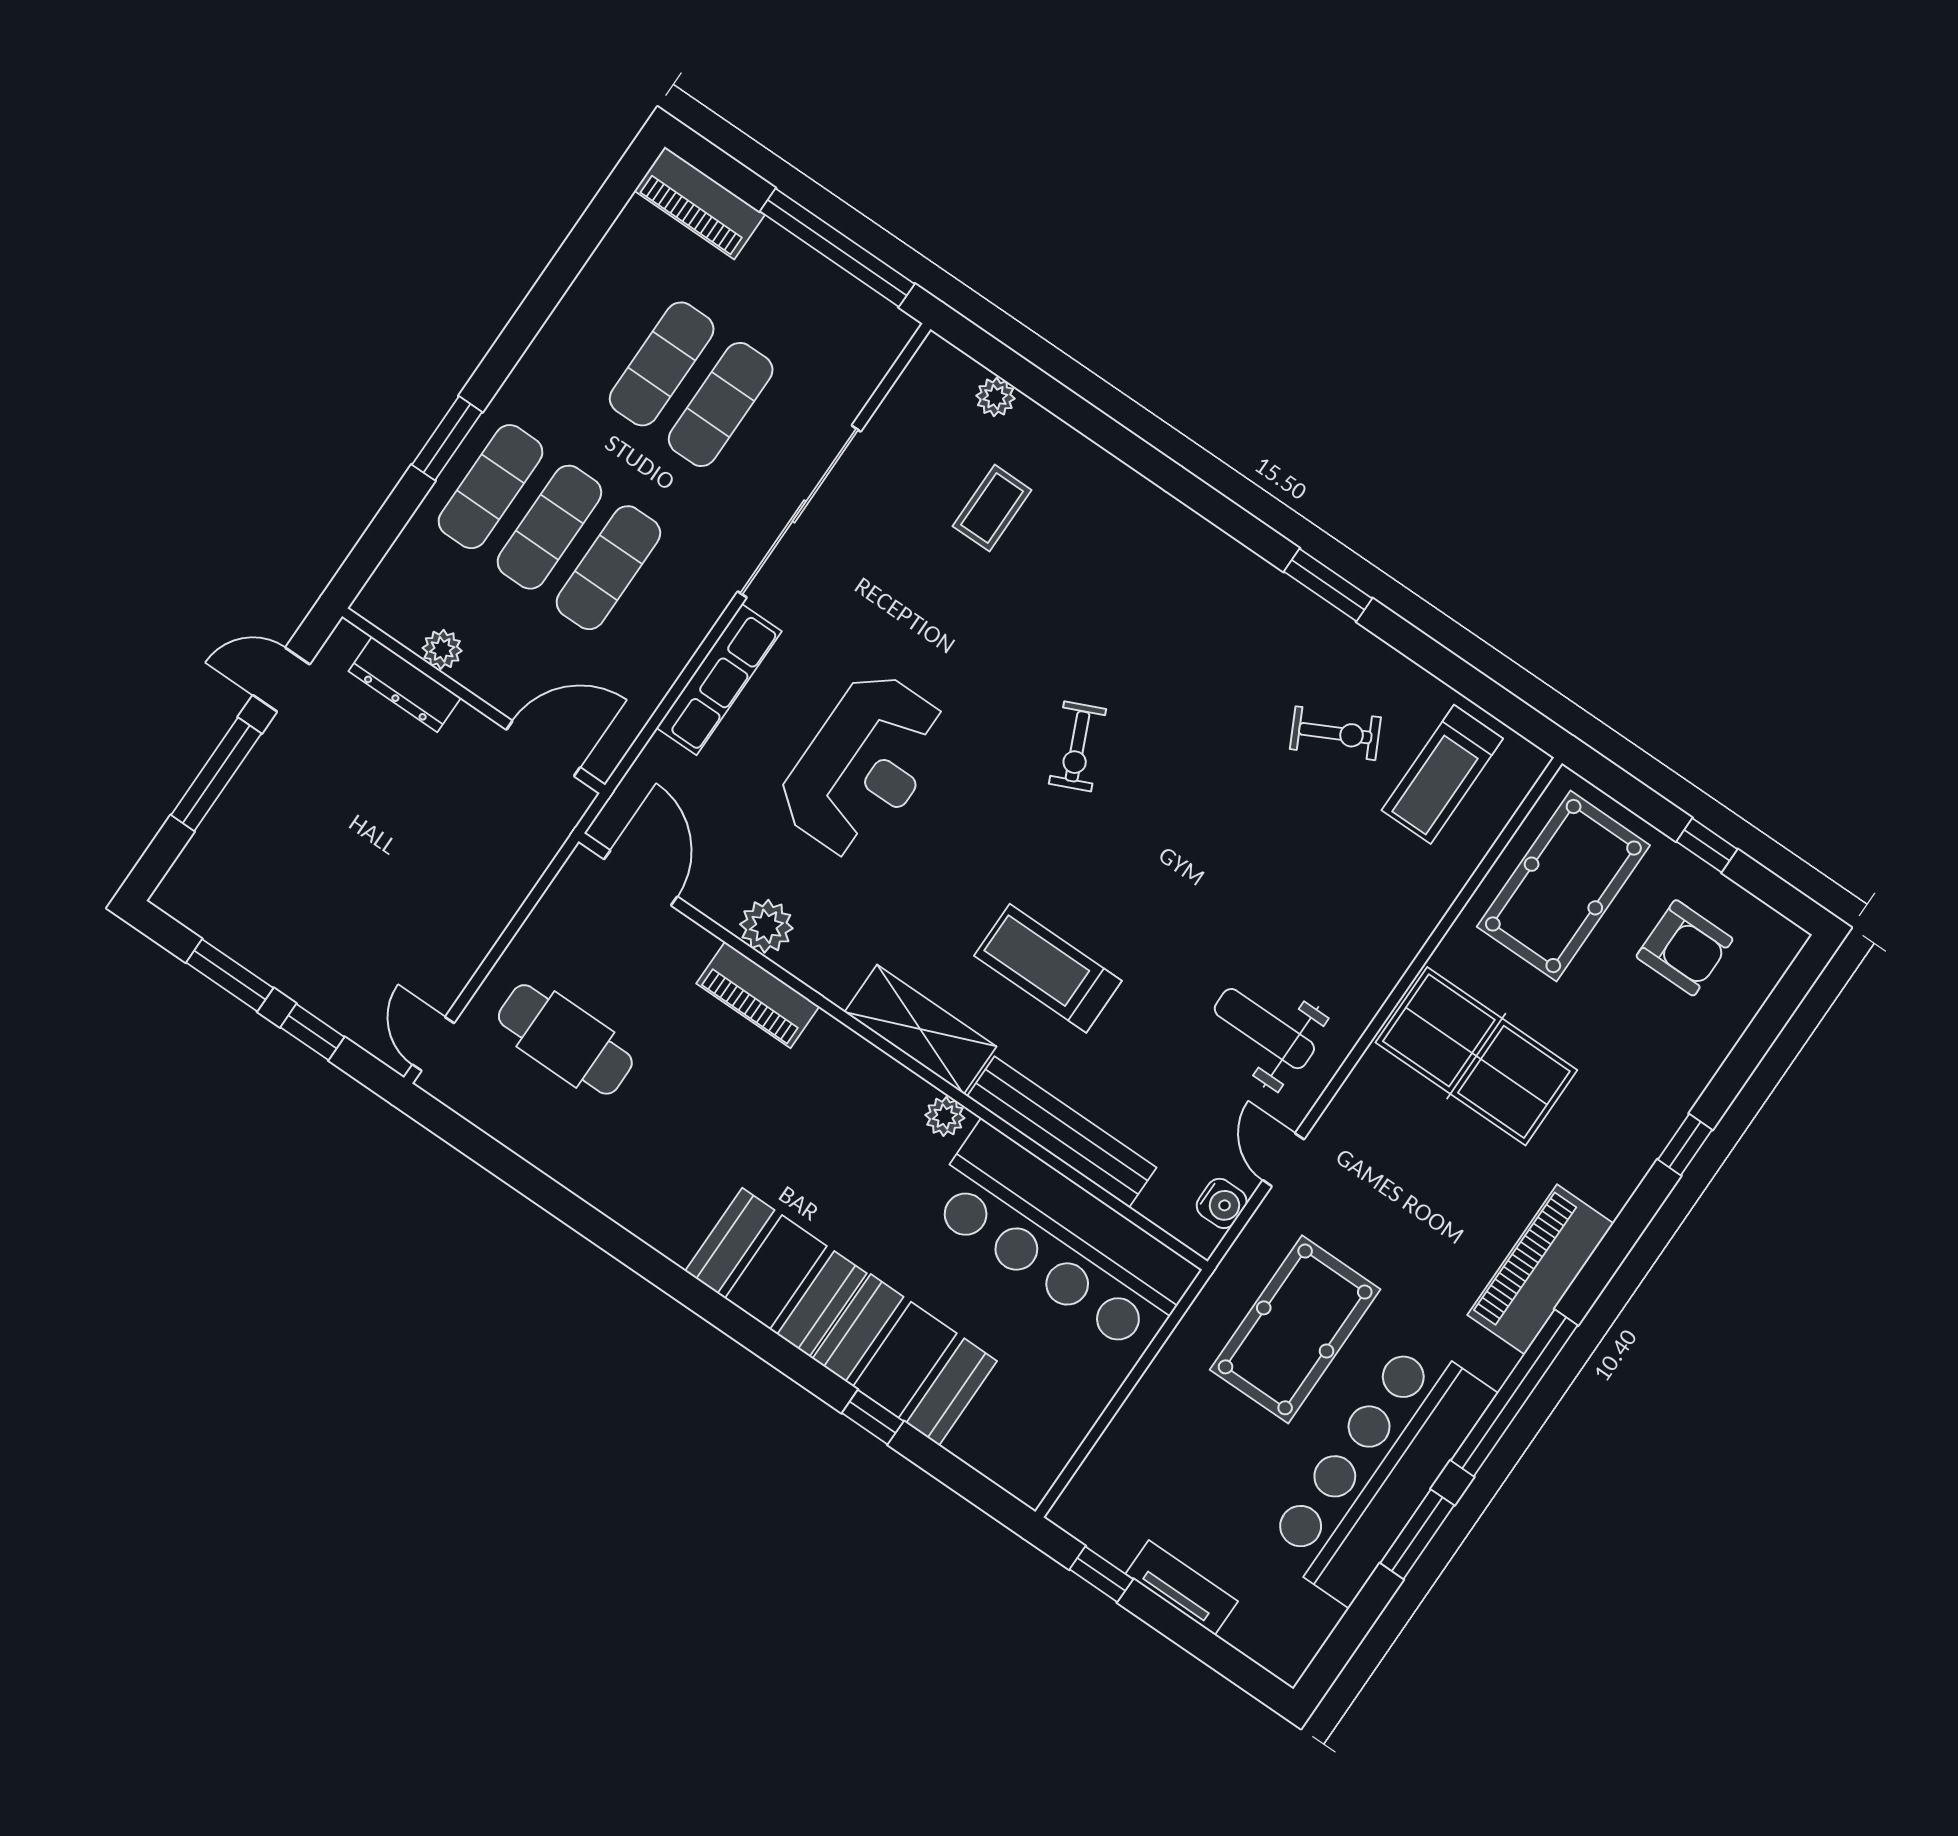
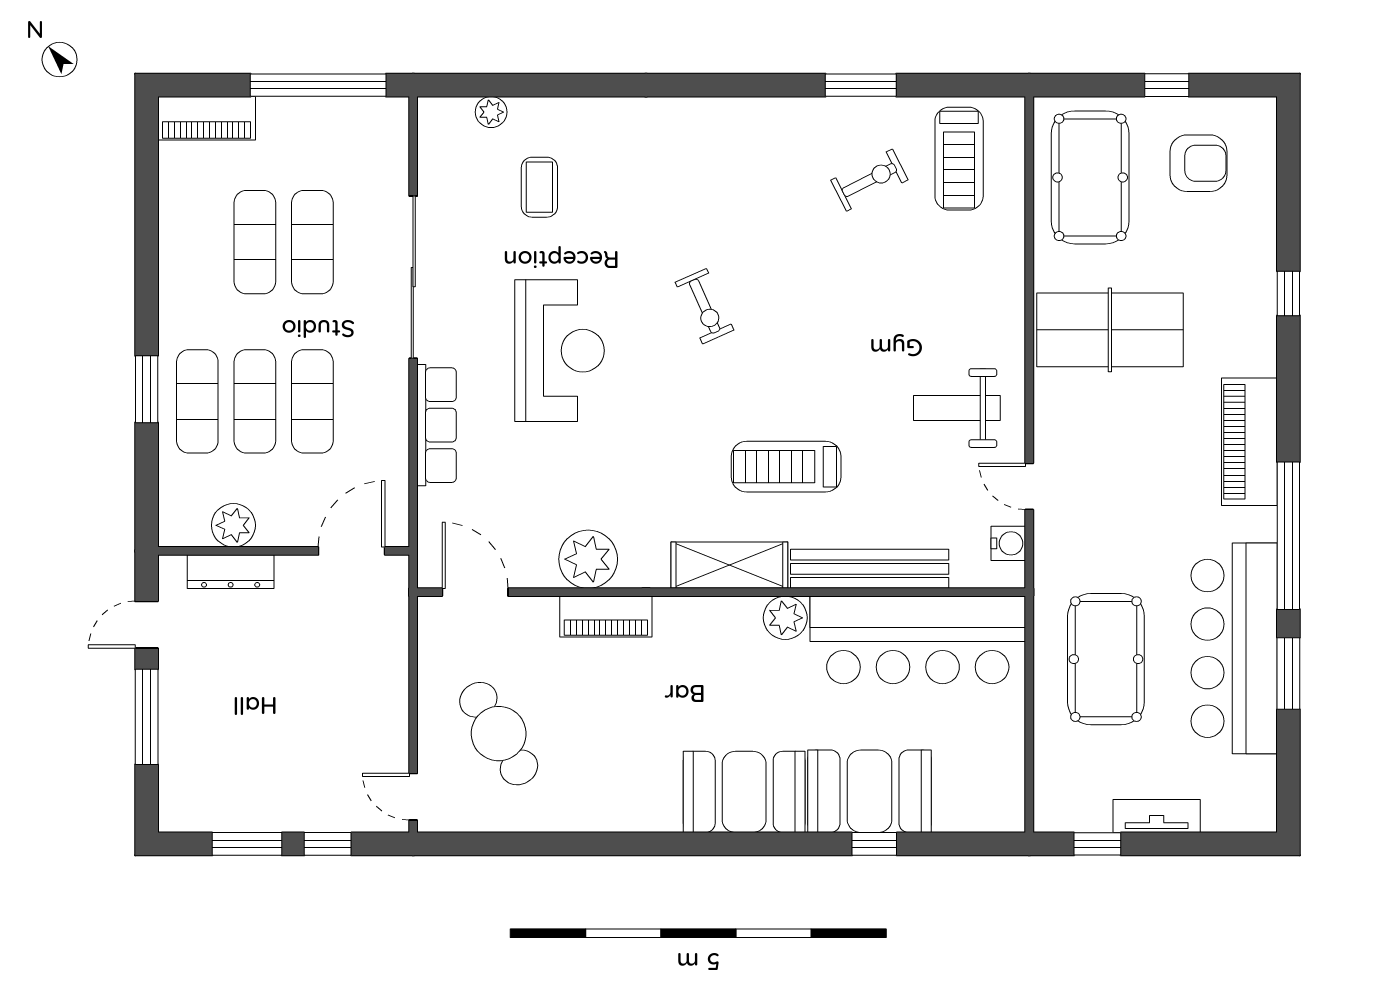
window: (1328, 585) -> (861, 85), moved
plant: (442, 649) -> (233, 525), width x1.38, depth x1.38
reception desk: (864, 765) -> (559, 351), moved
plant: (766, 926) -> (588, 559), width x1.36, depth x1.36
cafe table: (565, 1039) -> (499, 734), turned 59
plant: (945, 1117) -> (785, 618), width x1.38, depth x1.38
pool table: (1295, 1329) -> (1106, 659), moved

